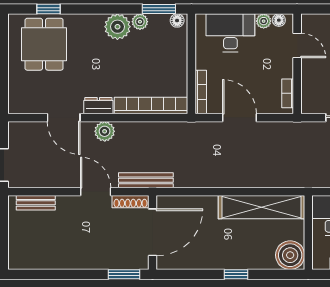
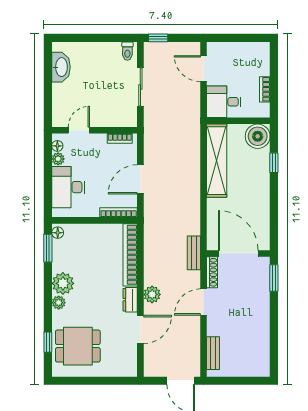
plant: (140, 22) -> (59, 303), moved
bench: (146, 180) -> (194, 253), width x0.73
window: (236, 274) -> (274, 163), moved

